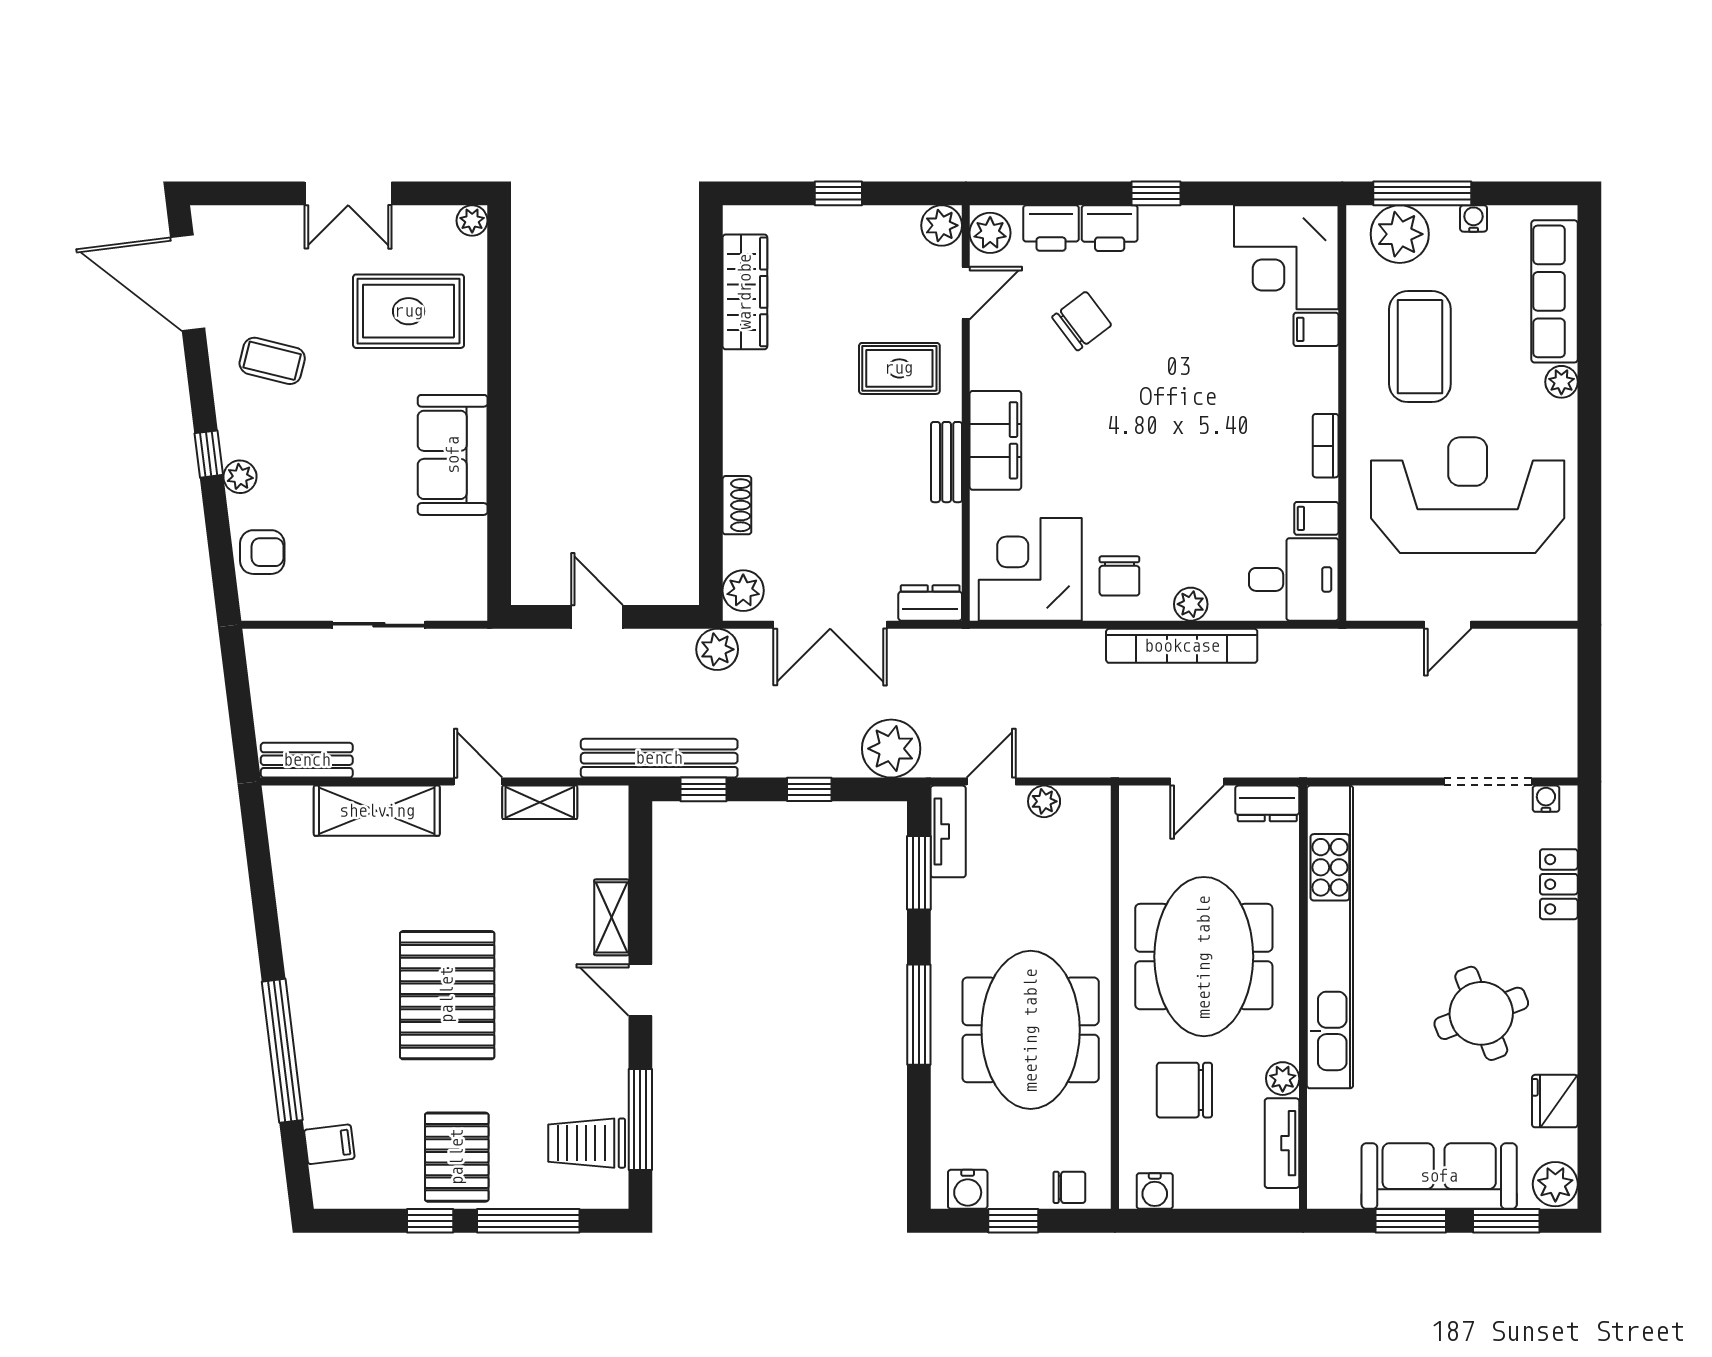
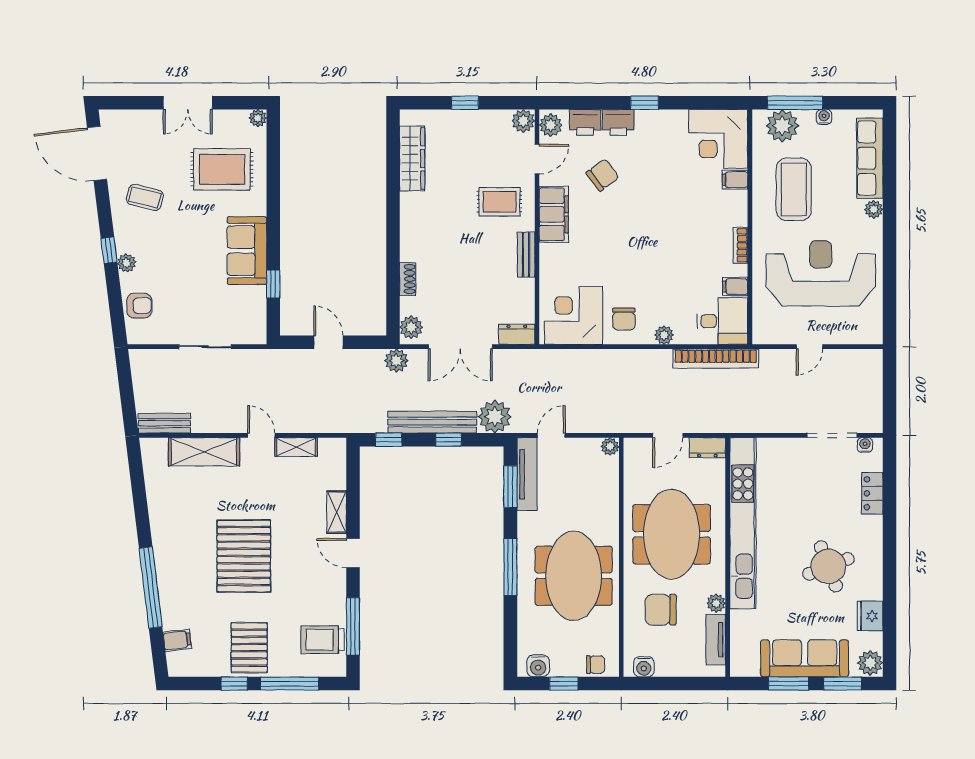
filing cabinet: (995, 440) -> (554, 214), moved
window: (499, 514) -> (273, 284), added
bookcase: (1182, 646) -> (716, 359), moved
bench: (659, 758) -> (432, 422), moved
plant: (1044, 801) -> (610, 446), moved
tv unit: (948, 831) -> (527, 474), width x1.41

